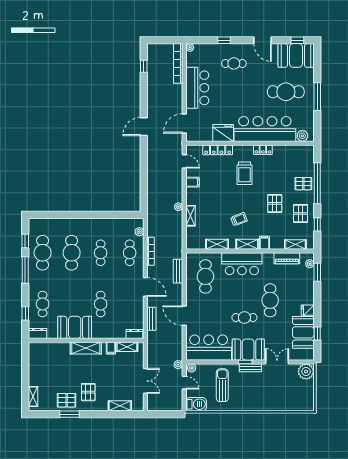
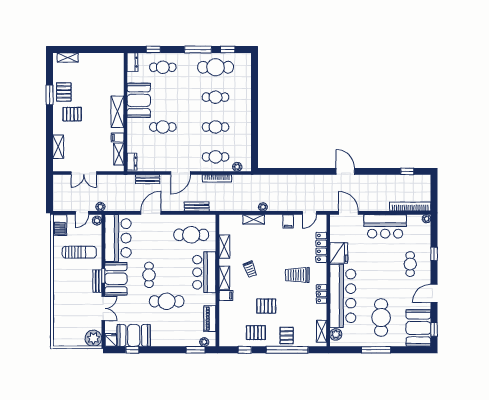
shelving: (295, 244) -> (322, 331), moved
cafe table: (72, 253) -> (216, 97), width x0.73, depth x0.74
fridge: (308, 310) -> (111, 340), moved

